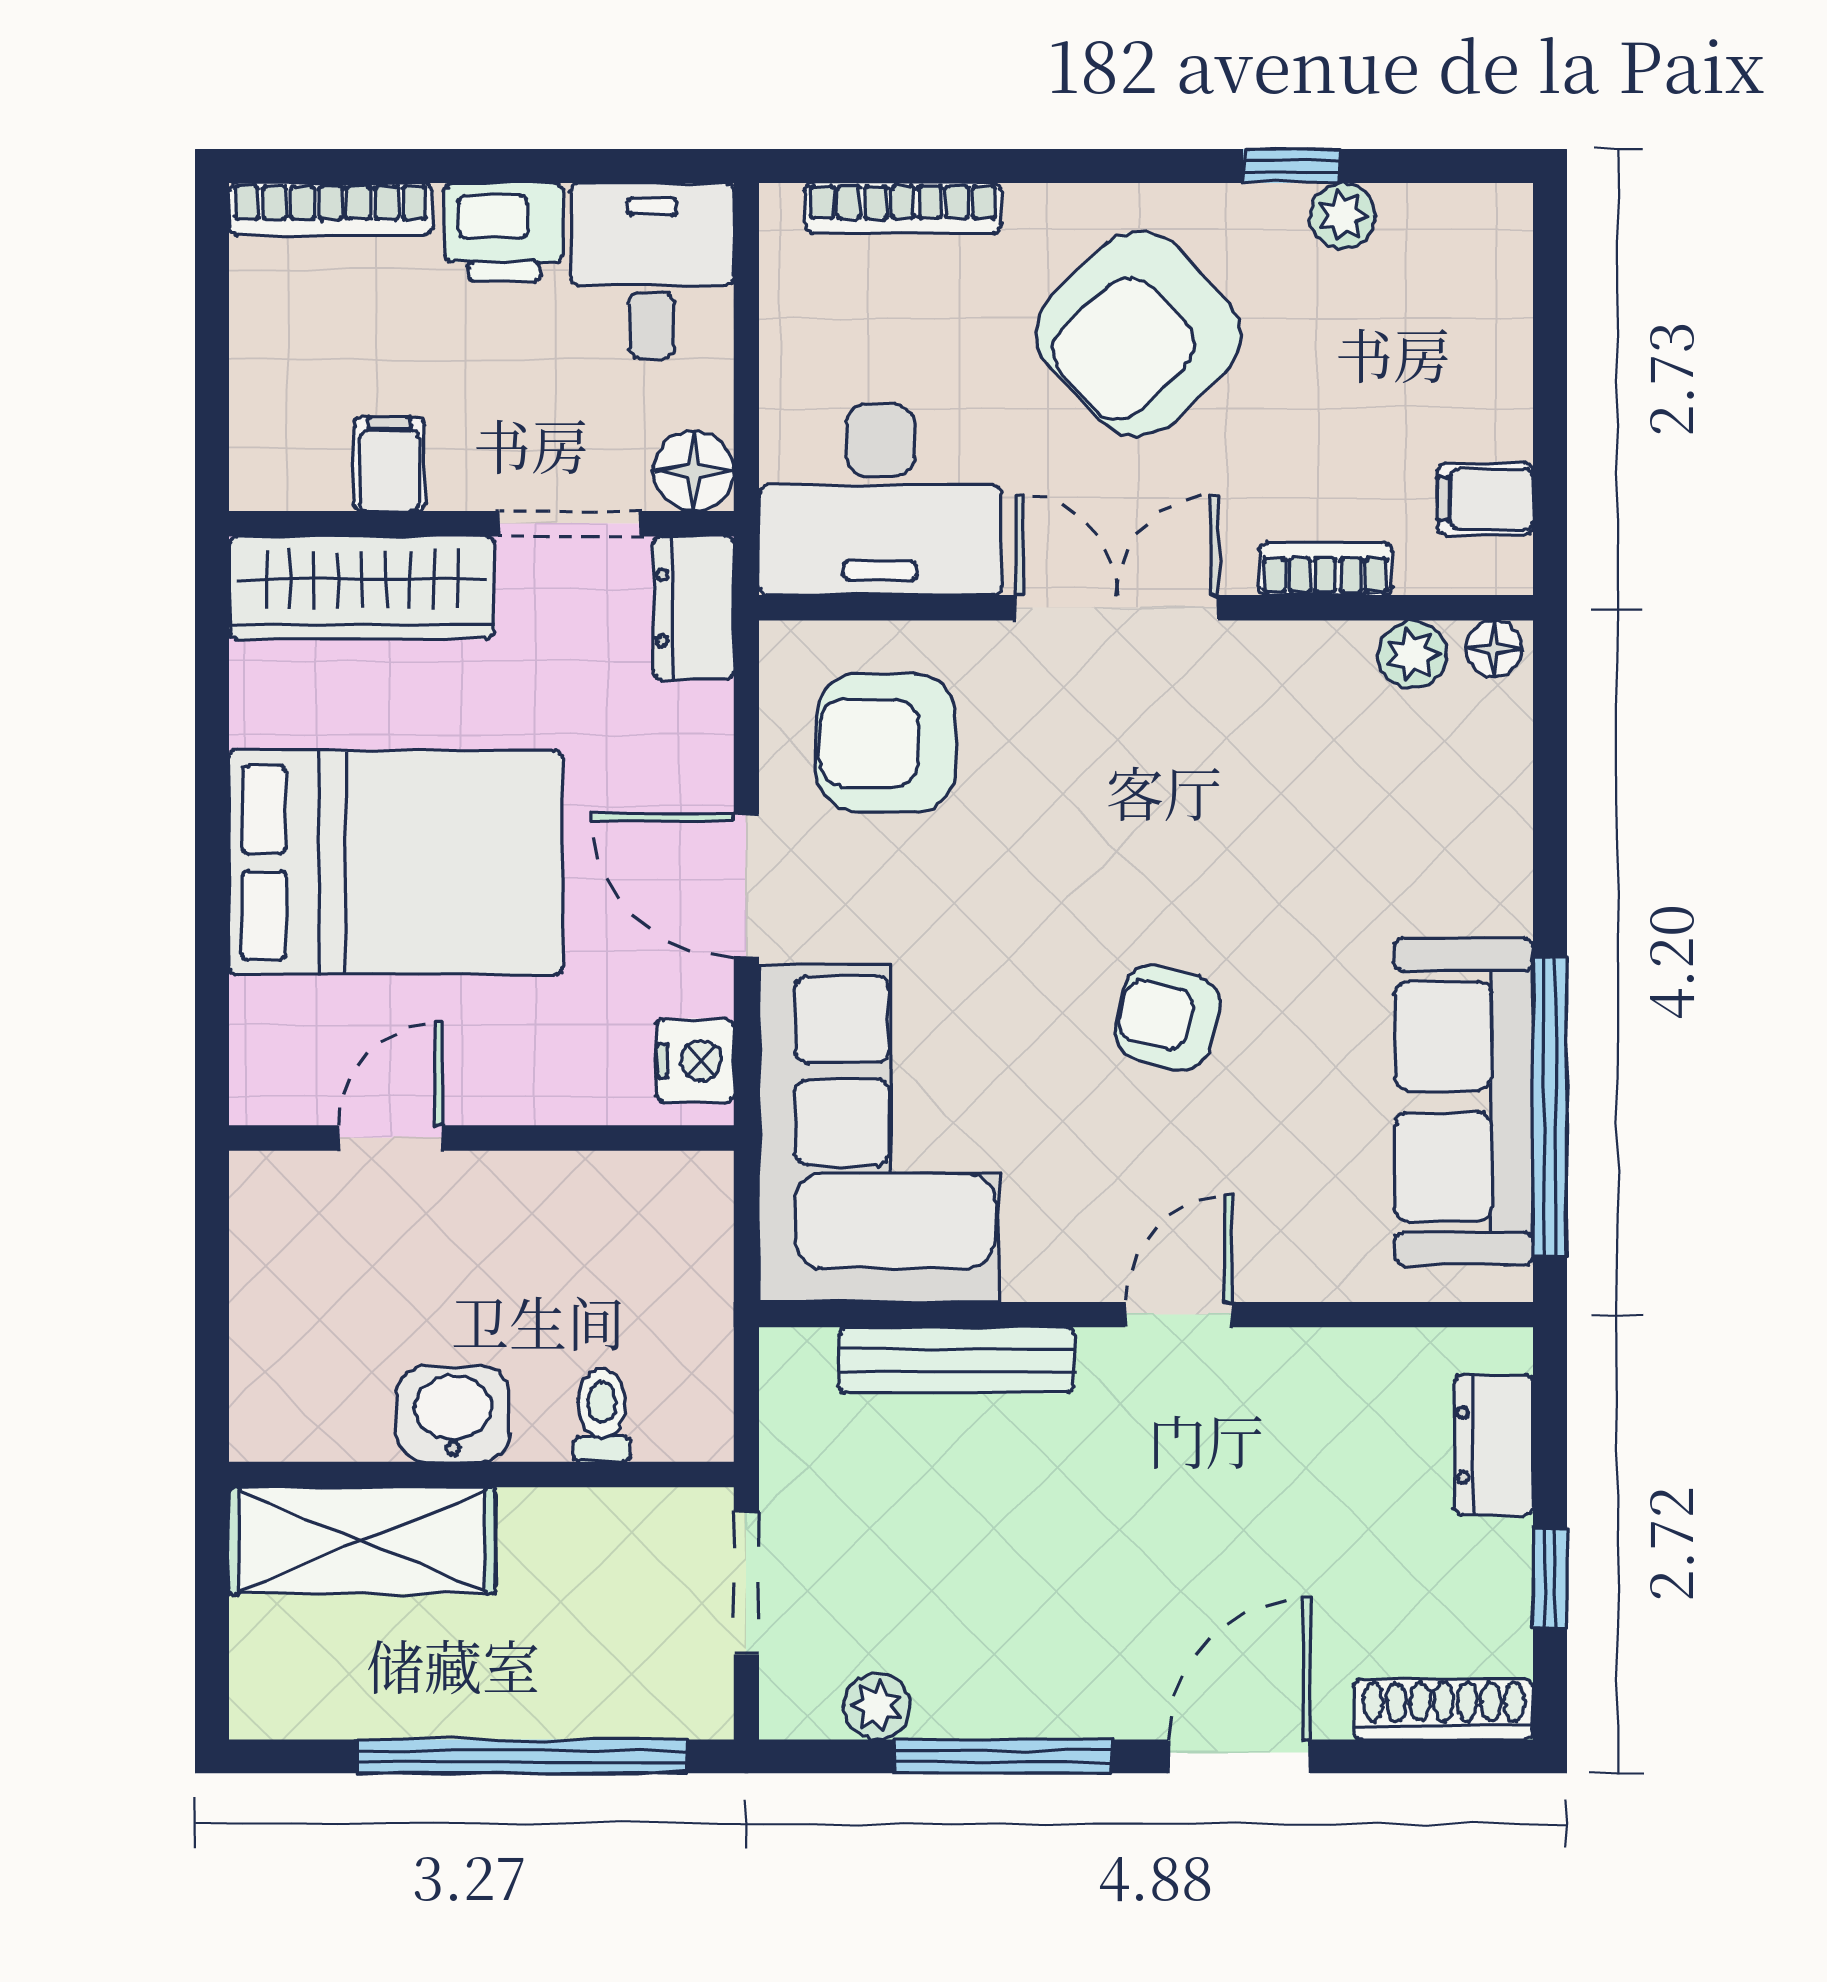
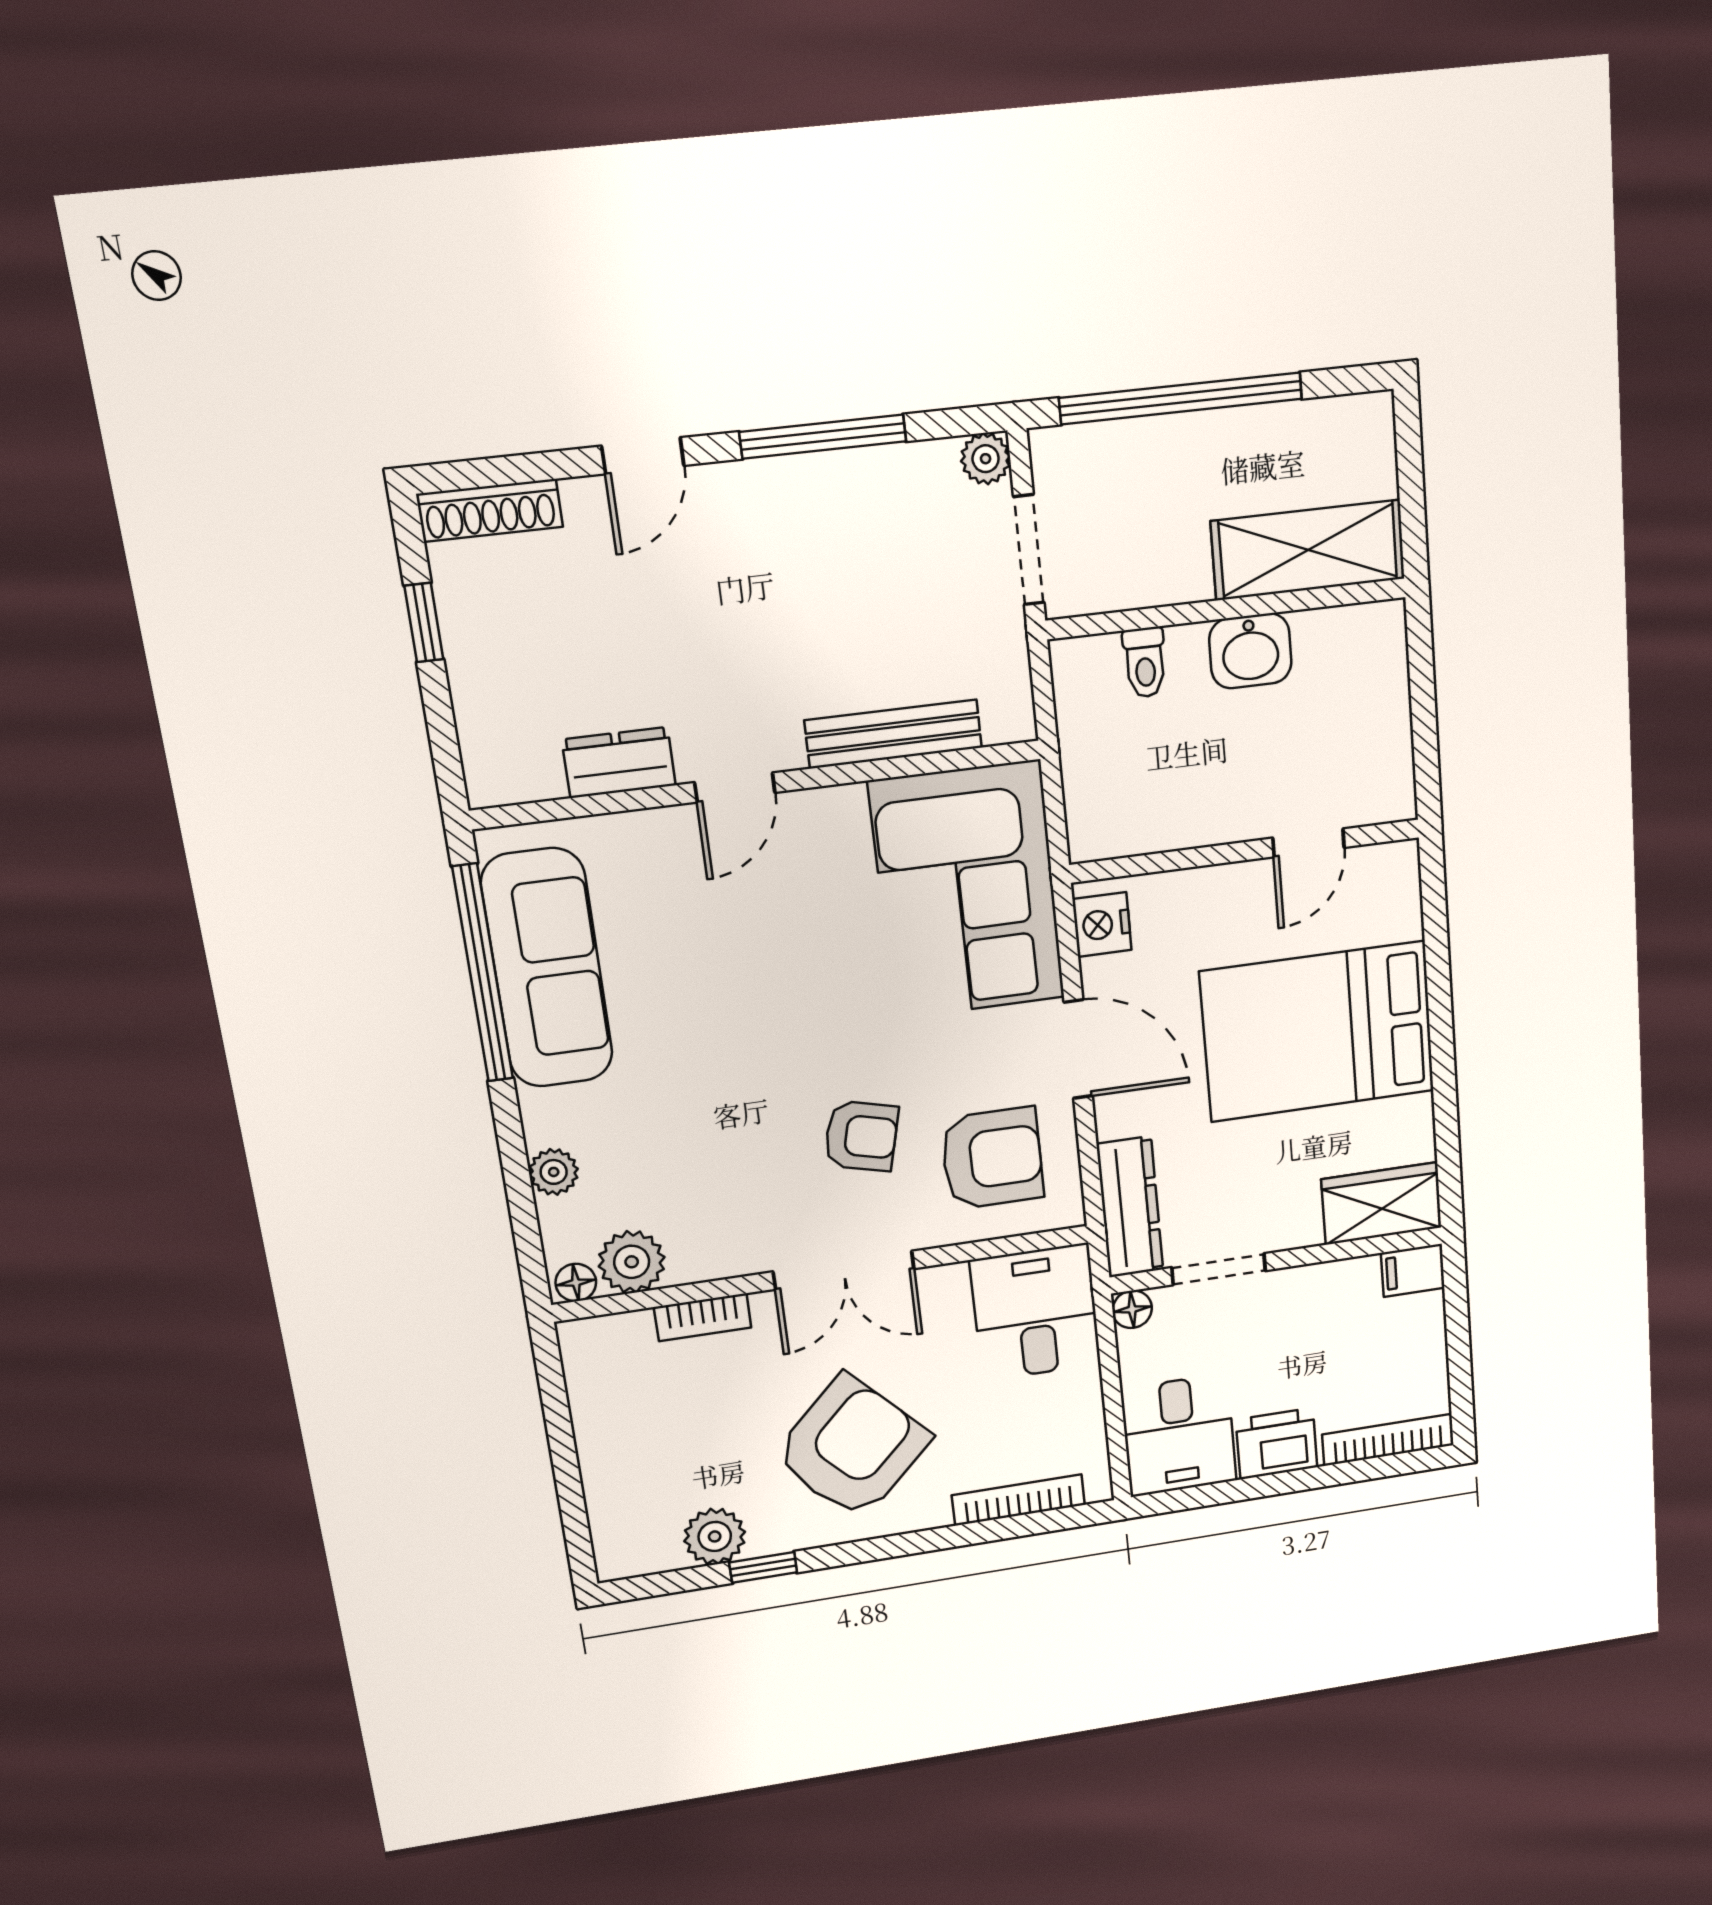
plant: (1342, 216) -> (715, 1536), width x1.38, depth x1.38
filing cabinet: (389, 464) -> (1413, 1270), moved, turned 90
floor lamp: (693, 471) -> (1132, 1309), width x0.73, depth x0.73
filing cabinet: (1485, 499) -> (598, 1380), removed
desk: (880, 500) -> (1035, 1312), width x0.73
wardrobe: (362, 588) -> (1382, 1203), width x0.67
dresser: (693, 608) -> (1130, 1207), width x1.44
plant: (1412, 654) -> (632, 1262), width x1.38, depth x1.38
plant: (1499, 814) -> (554, 1172), added
armchair: (1167, 1018) -> (861, 1136), moved
dresser: (1494, 1445) -> (619, 763), moved, turned -90
plant: (877, 1706) -> (986, 459), moved
door: (1239, 1756) -> (643, 456), width x0.73

